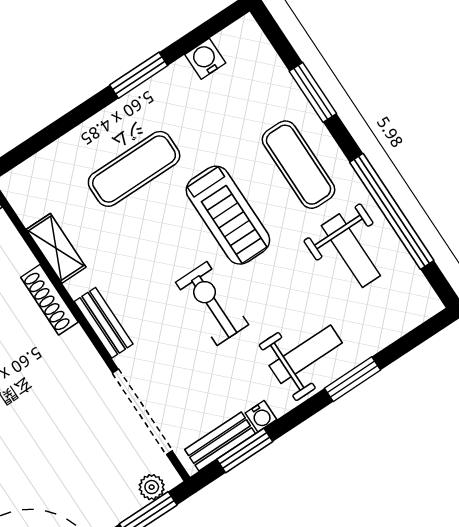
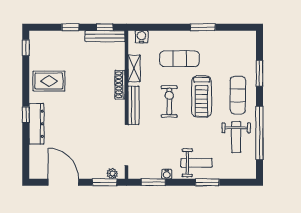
water cooler: (205, 59) -> (141, 37), moved
exercise bike: (212, 304) -> (169, 101), moved
bench: (104, 323) -> (133, 105), width x1.36
bench: (220, 442) -> (147, 173), removed

